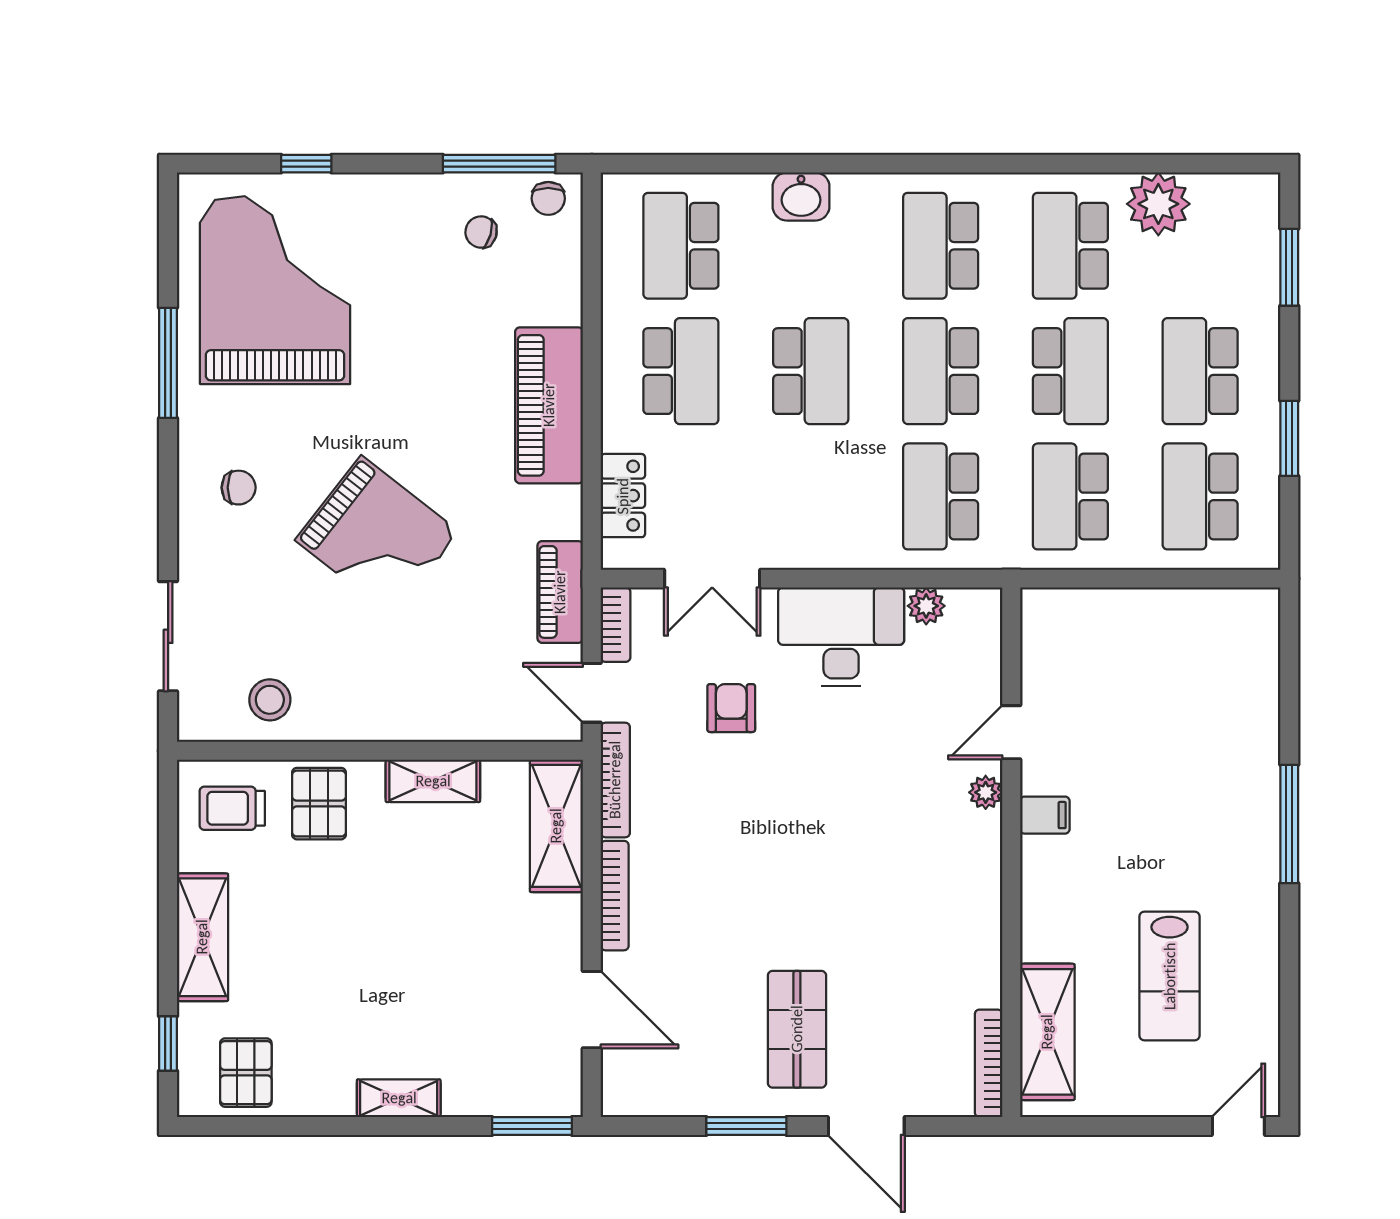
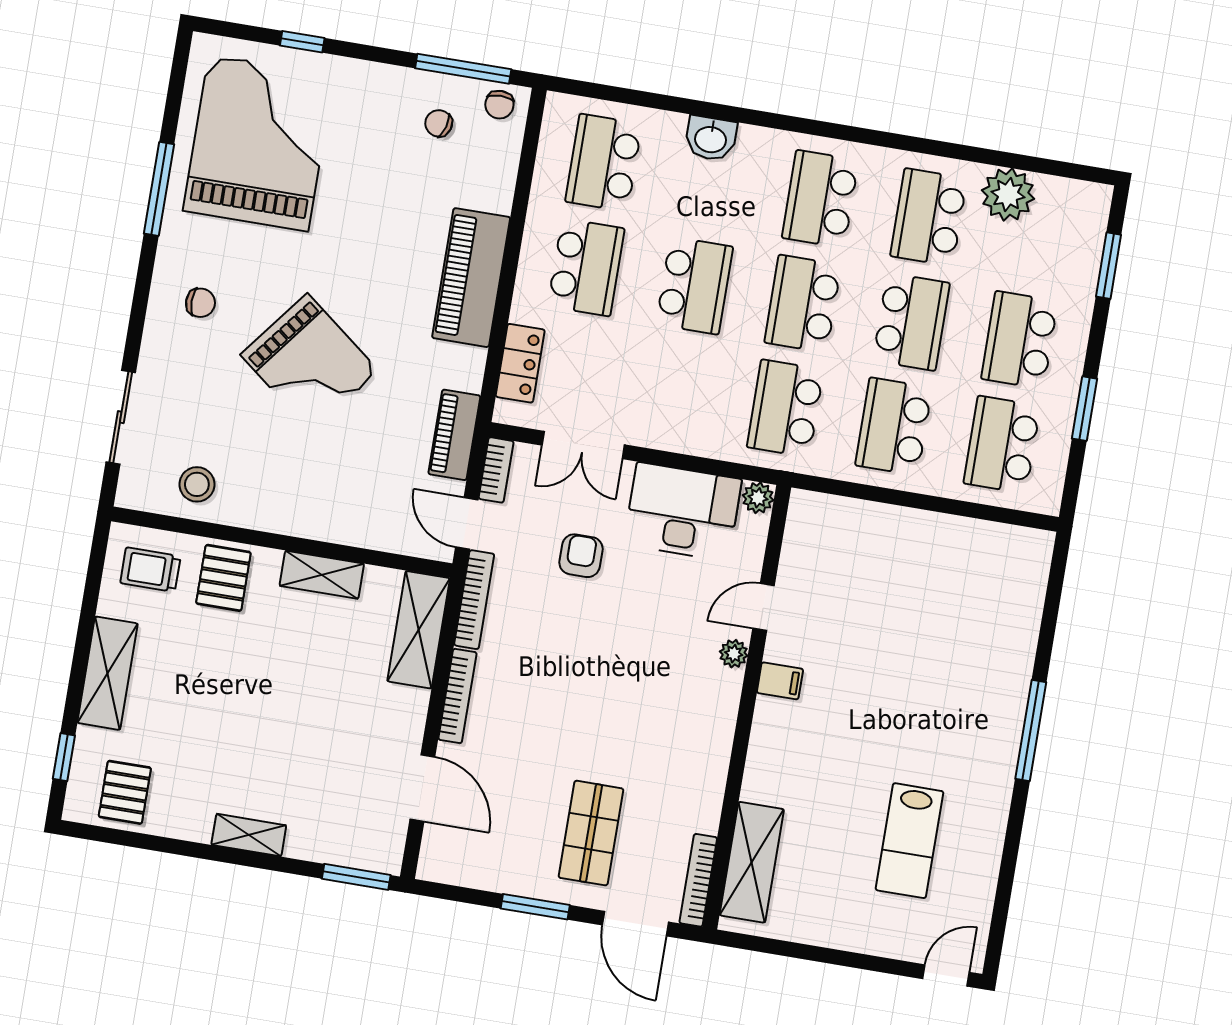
door: (1011, 732) -> (763, 607), moved
plant: (986, 792) -> (734, 654), moved
filing cabinet: (1045, 815) -> (780, 681), moved
wall: (1011, 852) -> (747, 707), moved
shelving: (1047, 1032) -> (752, 862), moved
bookcase: (989, 1063) -> (698, 880), moved

